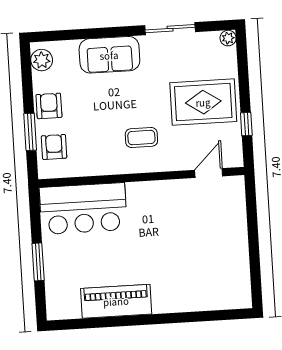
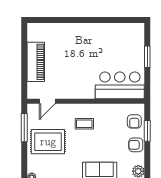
armchair: (49, 106) -> (136, 145), turned 90
window: (246, 124) -> (24, 128), width x2.17
piano: (116, 301) -> (36, 62), moved, turned -90

